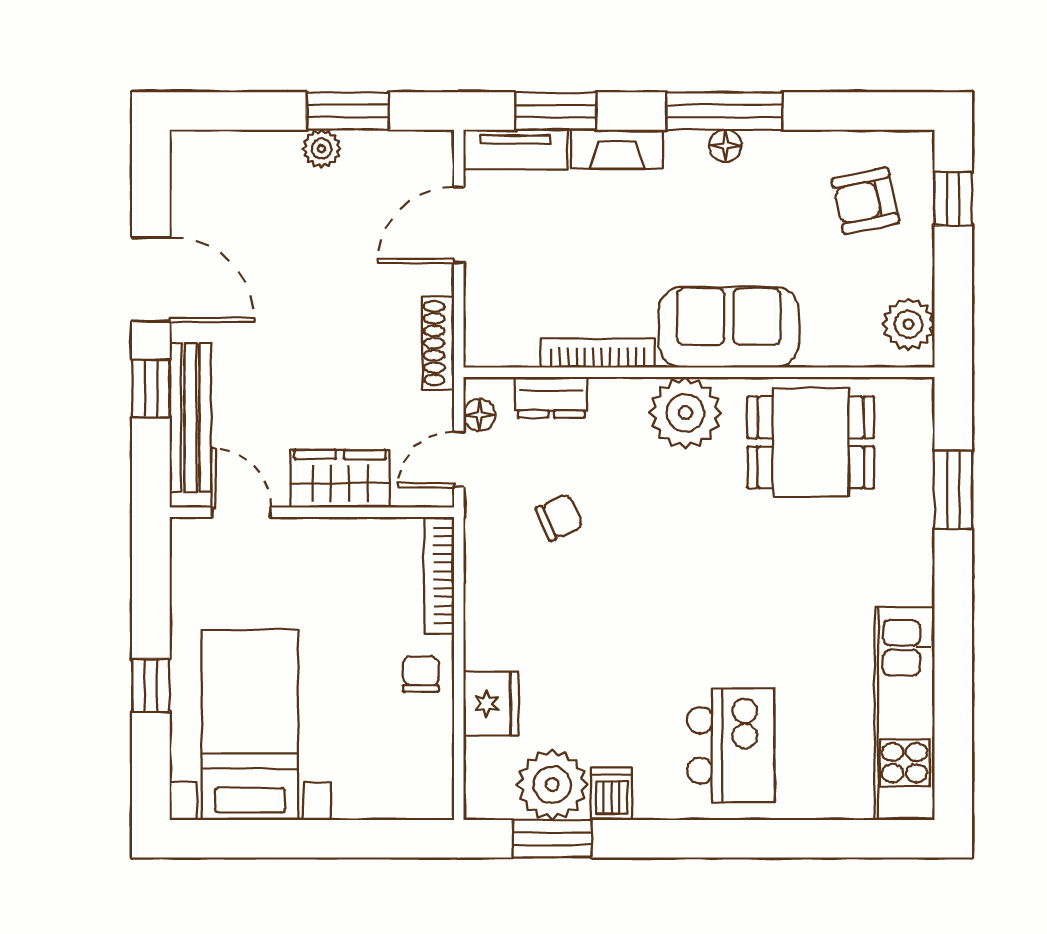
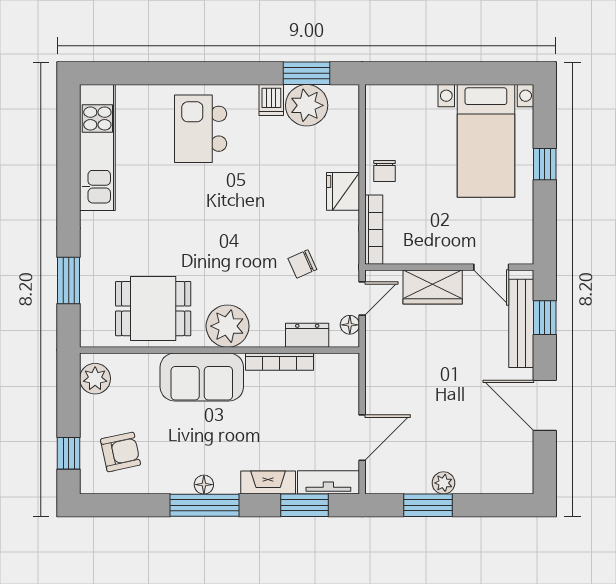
shoe rack: (438, 343) -> (374, 367), removed
window: (151, 389) -> (545, 318), moved
fridge: (491, 703) -> (343, 191), moved

